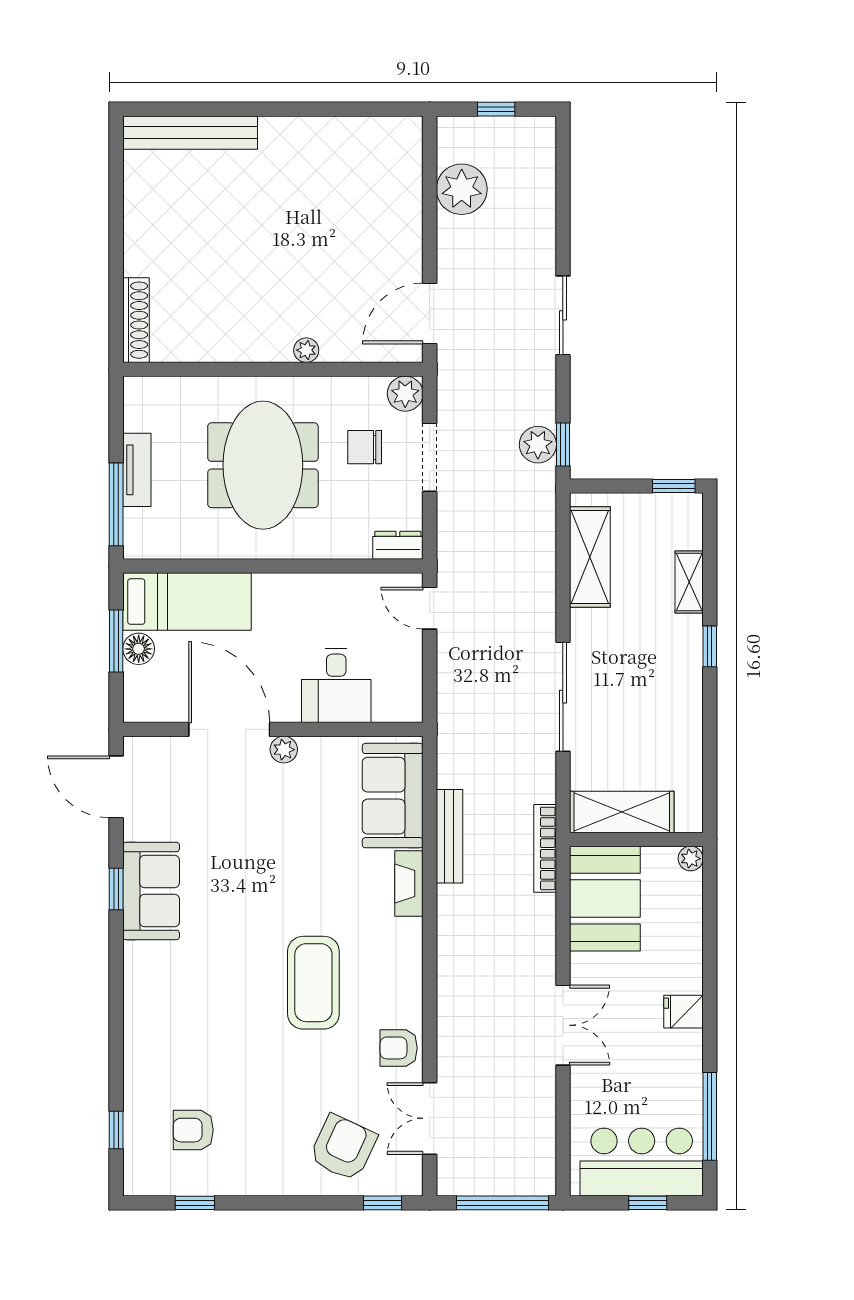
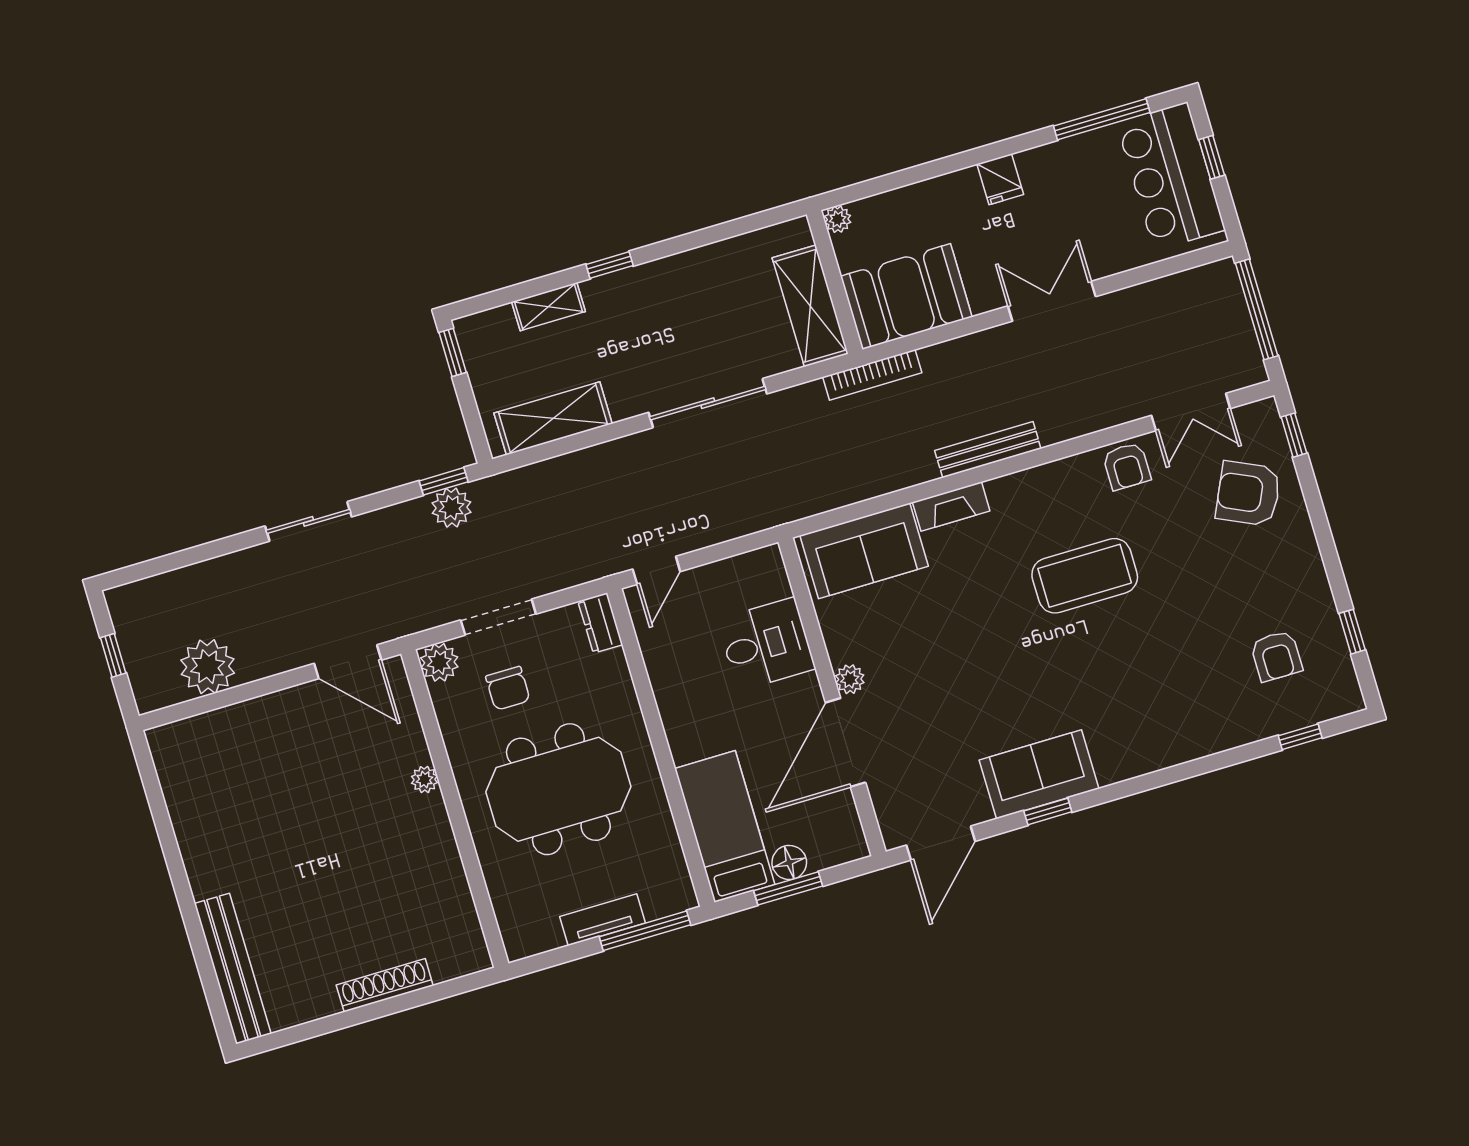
shoe rack: (136, 320) -> (385, 985), moved
bench: (449, 836) -> (988, 450), moved

